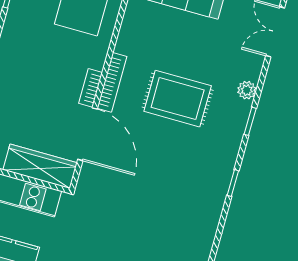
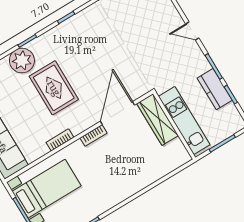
bookcase: (112, 82) -> (60, 140), moved, width x0.64
plant: (247, 90) -> (22, 61), width x1.88, depth x1.88

